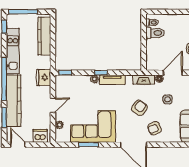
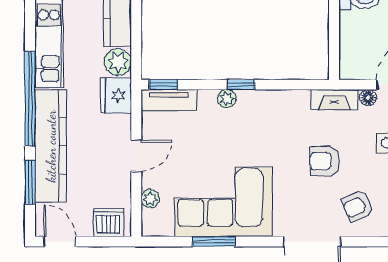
plant: (44, 62) -> (118, 62), added
tv unit: (112, 80) -> (169, 100), moved
armchair: (139, 108) -> (325, 161), turned -125

